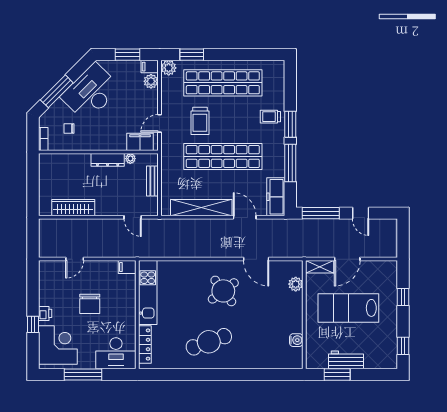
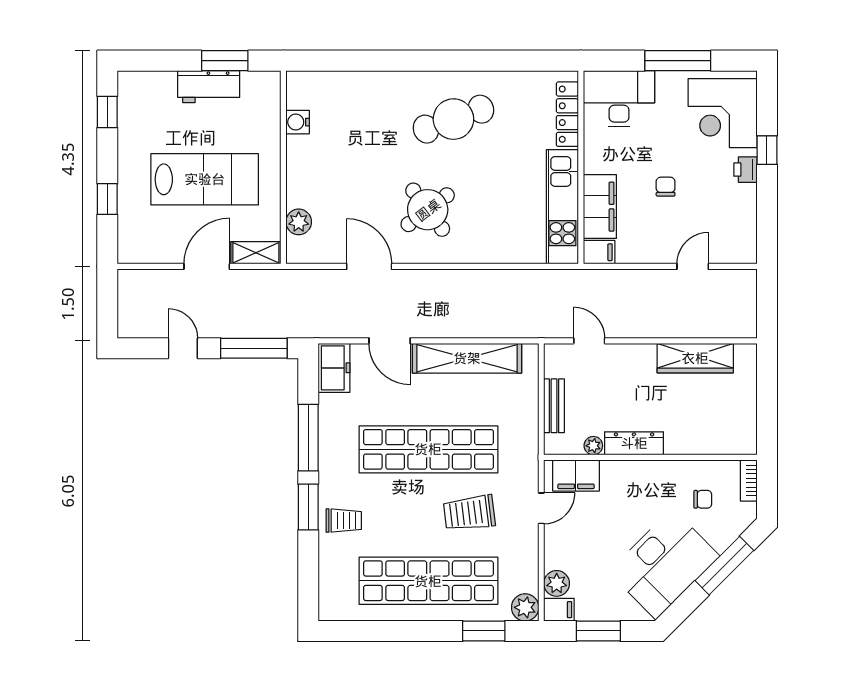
trolley: (200, 121) -> (469, 513), turned -97
freezer: (276, 197) -> (334, 368), width x0.71
filing cabinet: (127, 293) -> (600, 207), added
chair: (90, 304) -> (666, 187), width x0.54, depth x0.54

